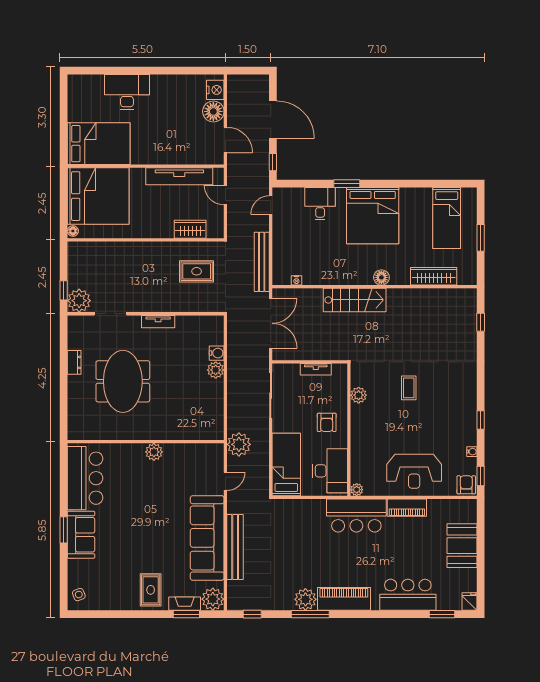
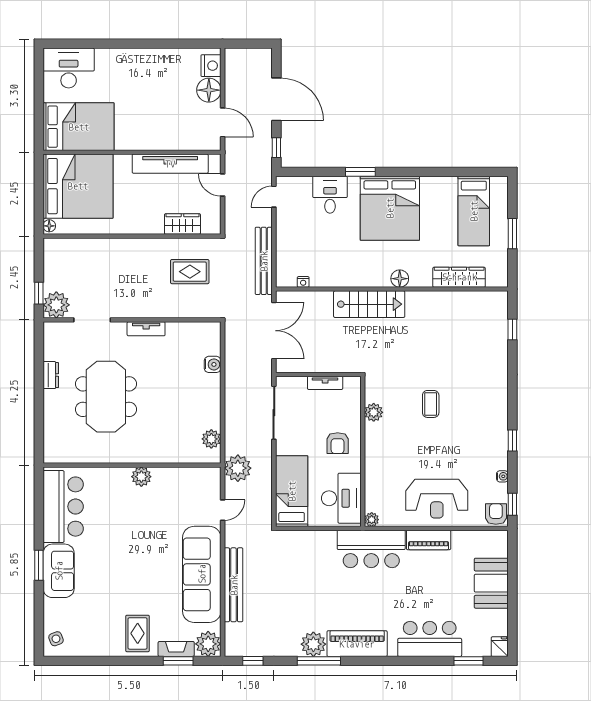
desk: (127, 92) -> (69, 68), moved
plant: (216, 370) -> (211, 439), moved

